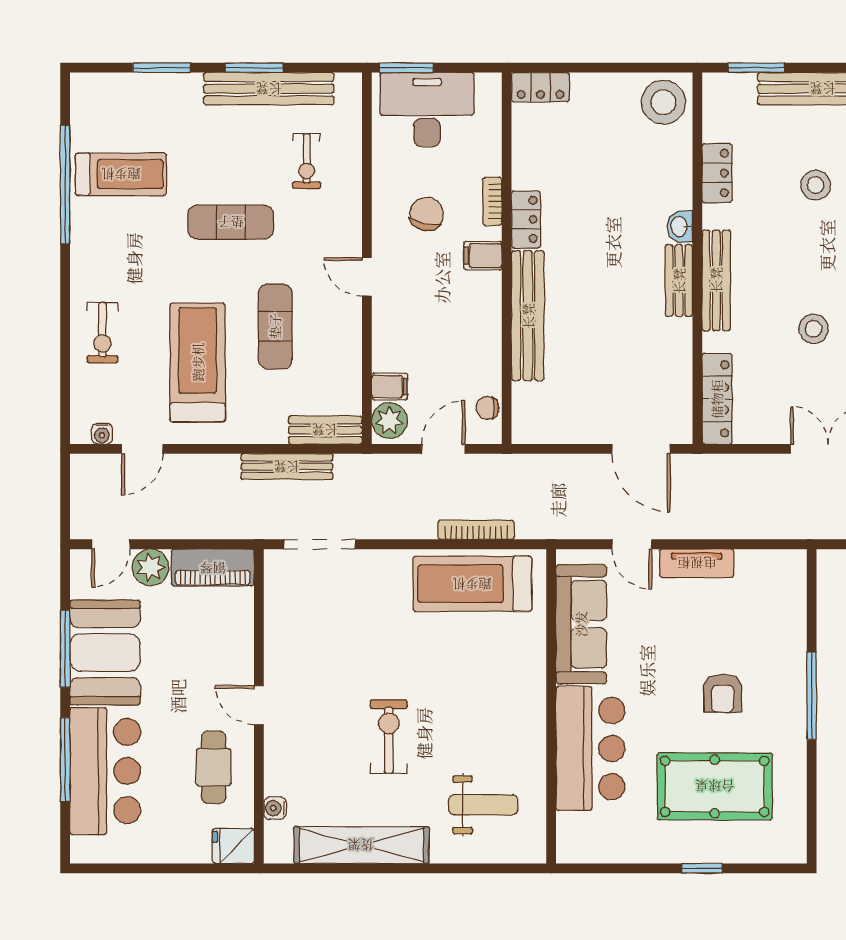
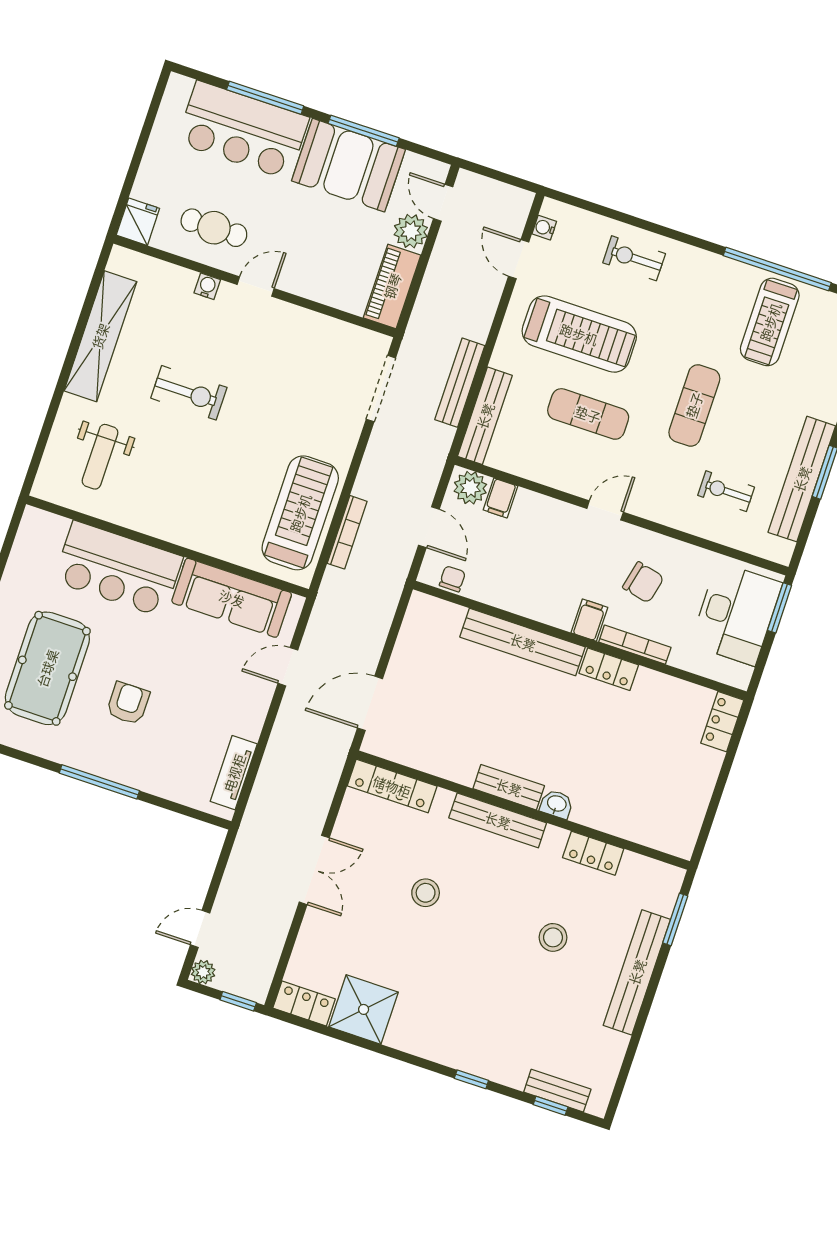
stool: (663, 102) -> (672, 827), removed
bookcase: (492, 201) -> (635, 645), width x1.56
bench: (325, 430) -> (485, 416), width x1.36
tv unit: (697, 563) -> (234, 773), moved
armchair: (723, 693) -> (128, 703), turned 90
water cooler: (275, 808) -> (207, 286), moved

